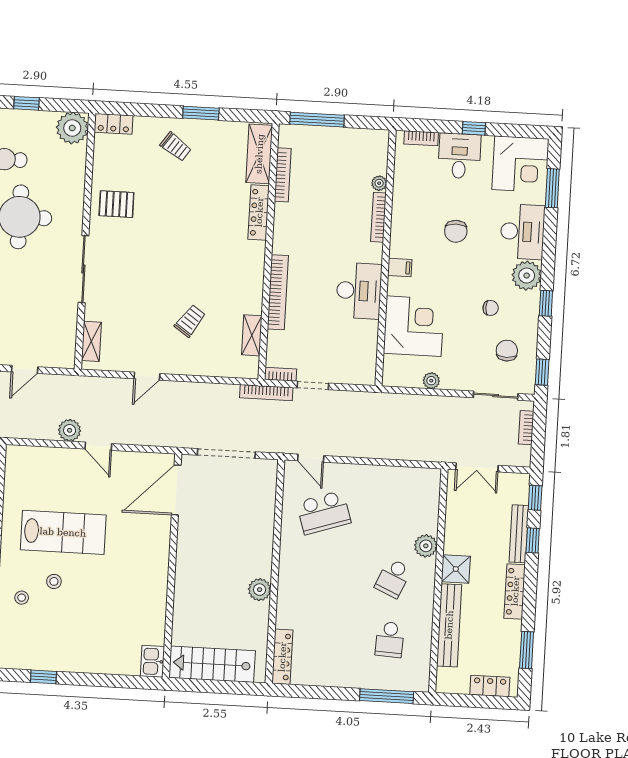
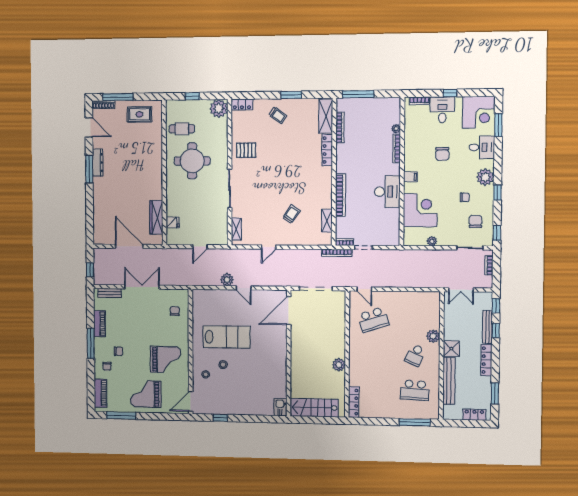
desk: (522, 232) -> (482, 147), width x0.73
school desk: (390, 640) -> (415, 390), width x1.85

